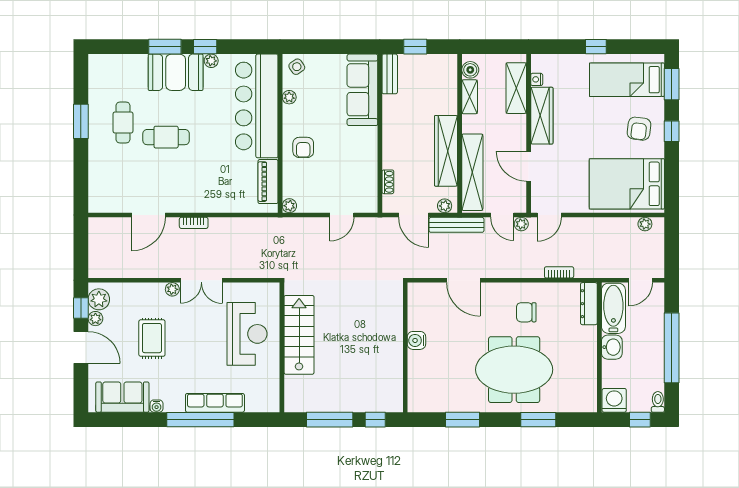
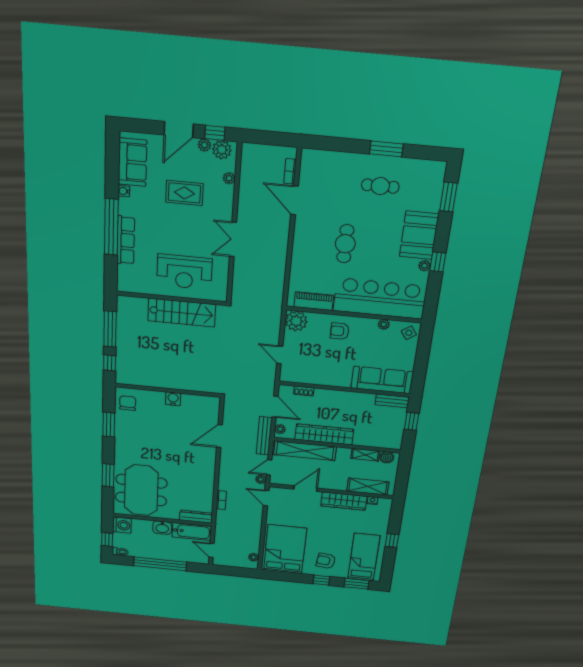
window: (165, 47) -> (448, 197), moved
cafe table: (166, 137) -> (345, 244), moved
plant: (289, 206) -> (296, 321), width x1.87, depth x1.87
door: (414, 215) -> (275, 407), swing flipped
bookcase: (194, 223) -> (290, 171), moved
plant: (172, 289) -> (229, 178), moved
chair: (526, 312) -> (128, 403), moved
meeting table: (514, 370) -> (141, 490), moved

